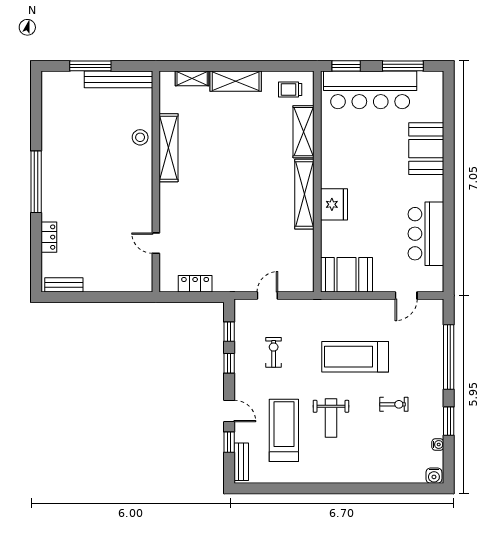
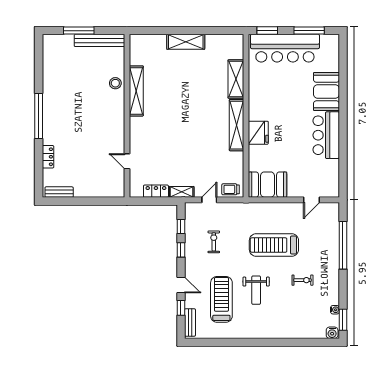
shelving: (192, 78) -> (182, 192), moved
trolley: (290, 90) -> (231, 189), moved
bar counter: (426, 234) -> (326, 135), moved
window: (449, 421) -> (343, 320), moved

